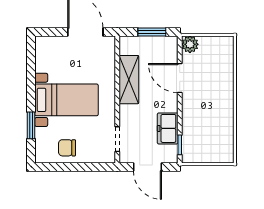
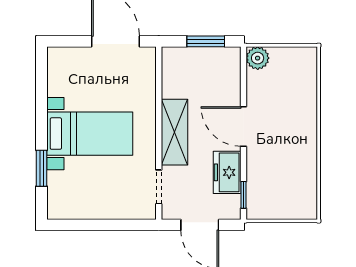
door: (180, 78) -> (244, 126), moved
shelving: (129, 80) -> (175, 132), moved
chair: (67, 148) -> (90, 199), removed

